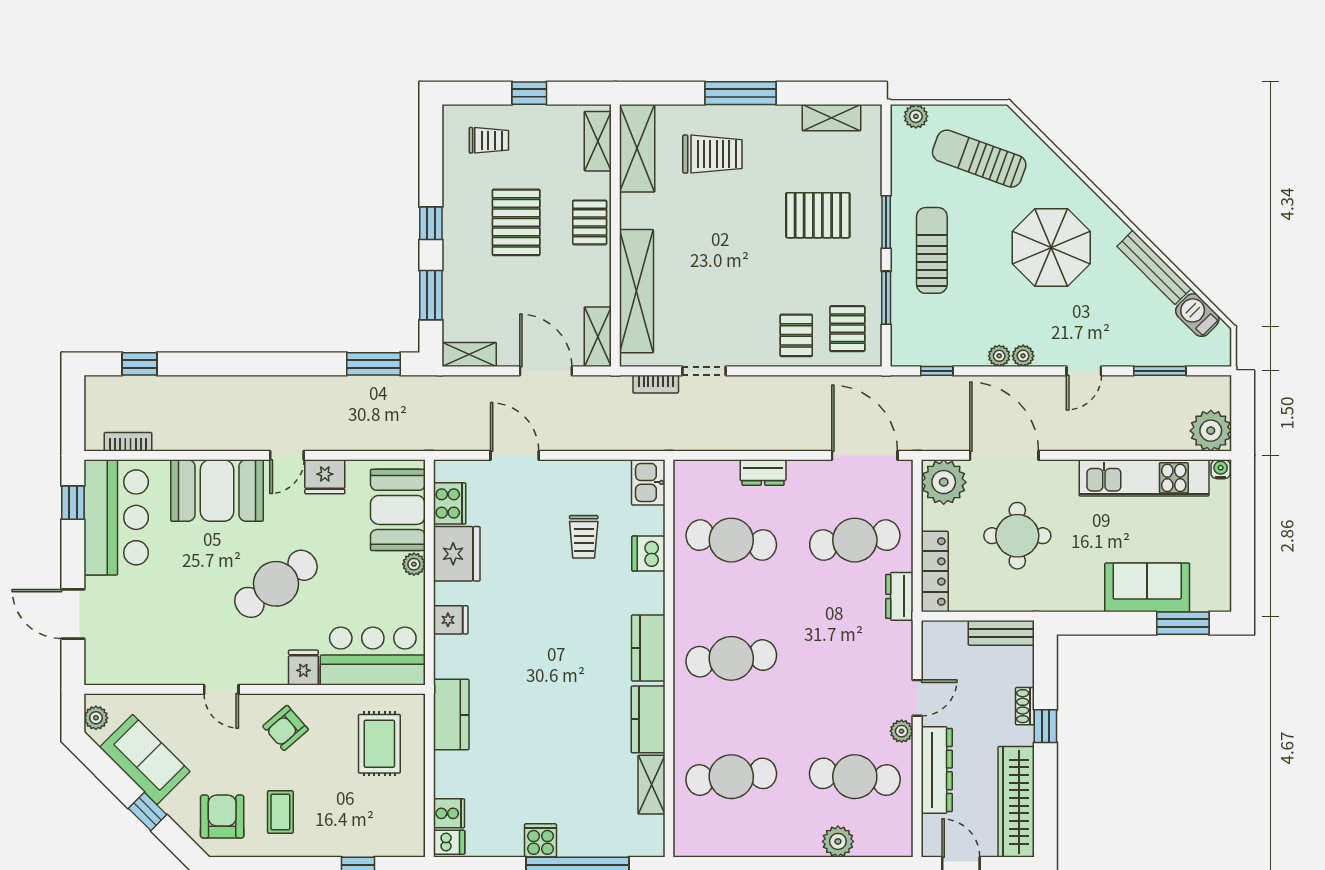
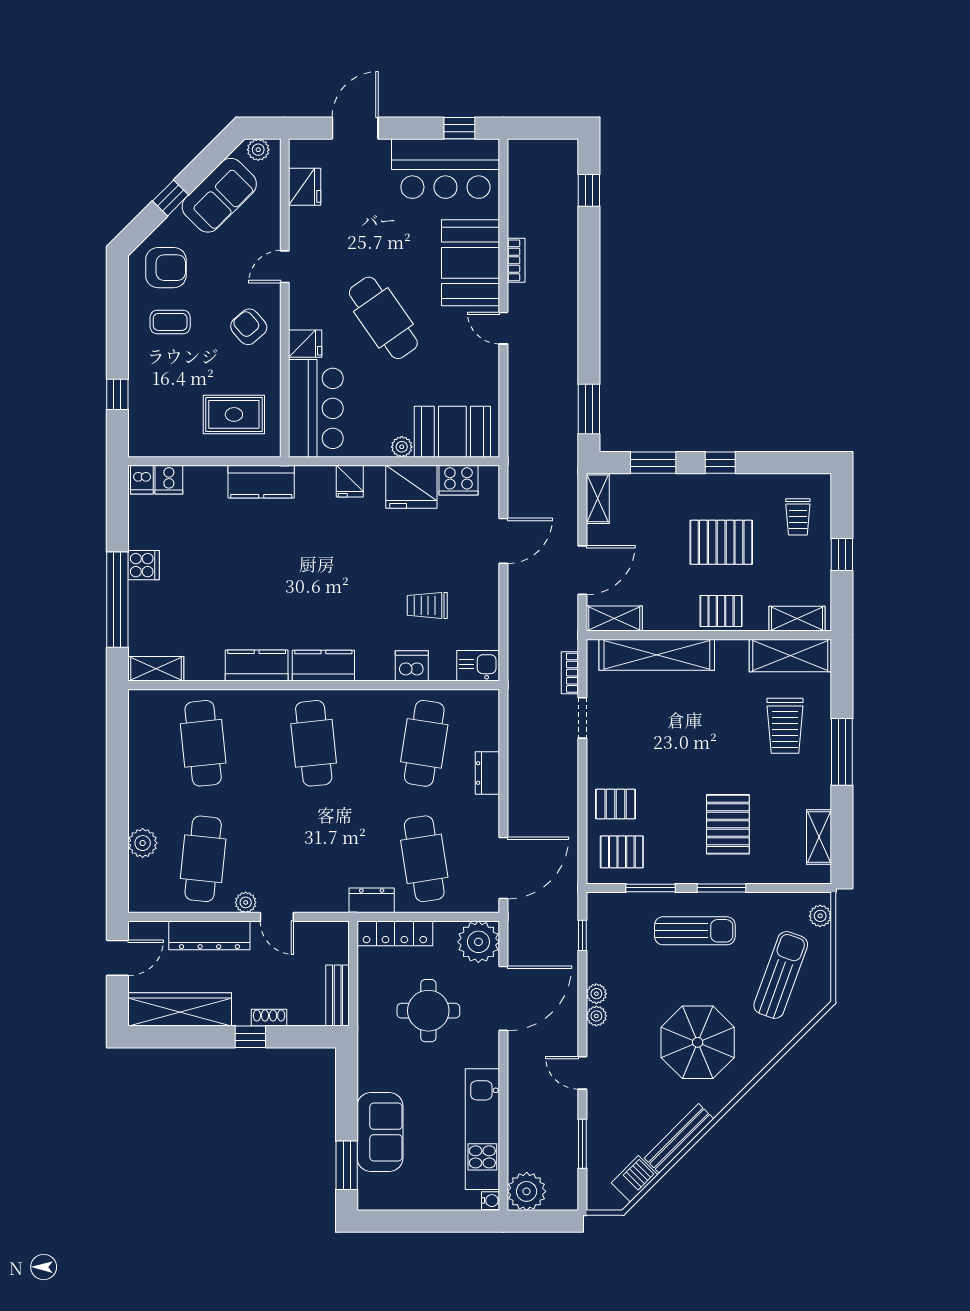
bookcase: (128, 442) -> (516, 260), moved
fridge: (325, 477) -> (305, 187), moved, turned 180
shelving: (651, 785) -> (156, 669), moved

